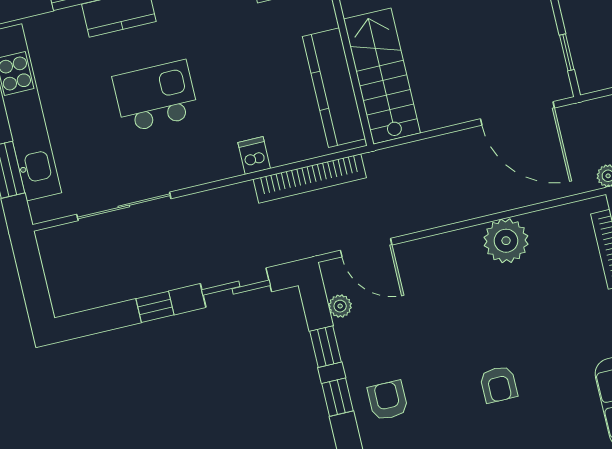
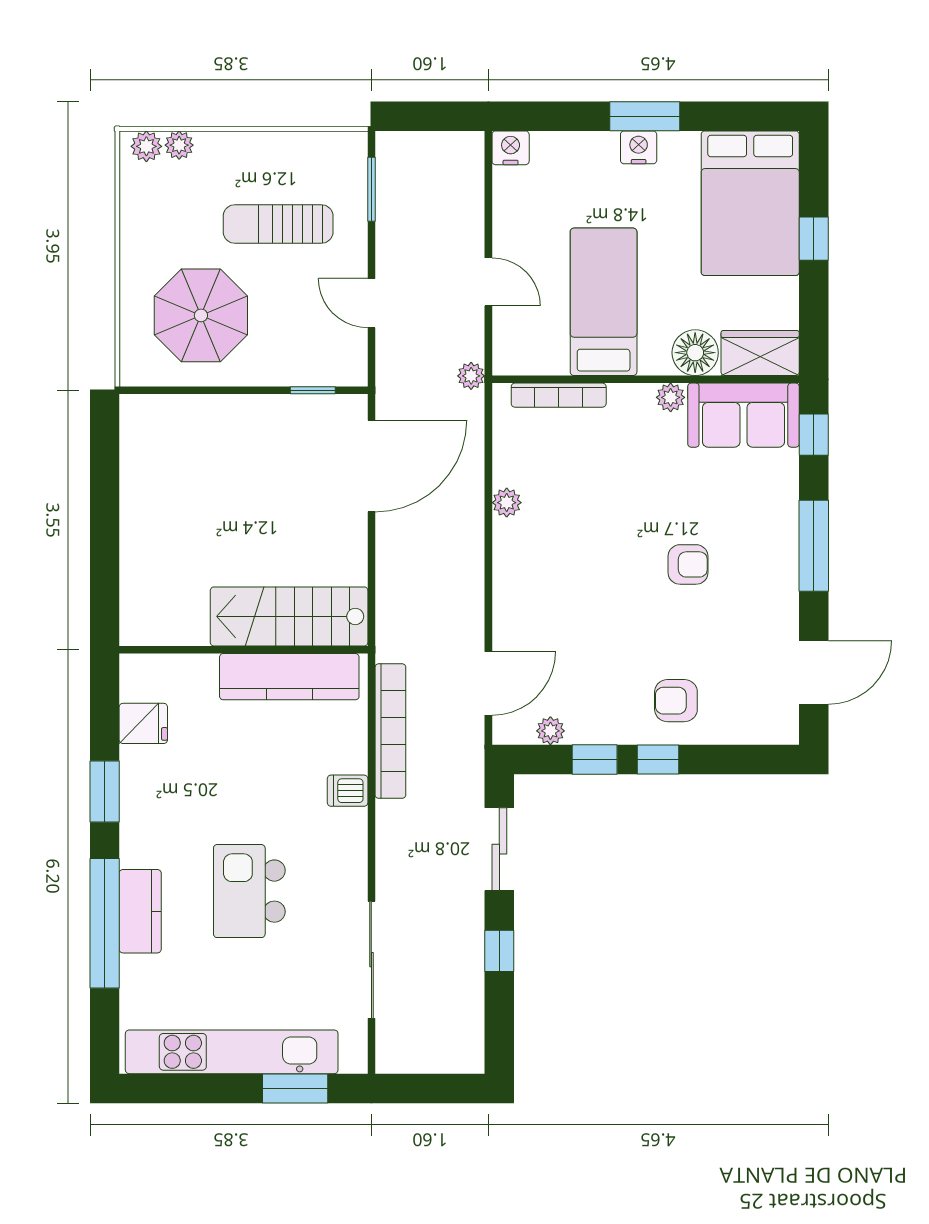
plant: (506, 241) -> (507, 503), width x0.53, depth x0.53

